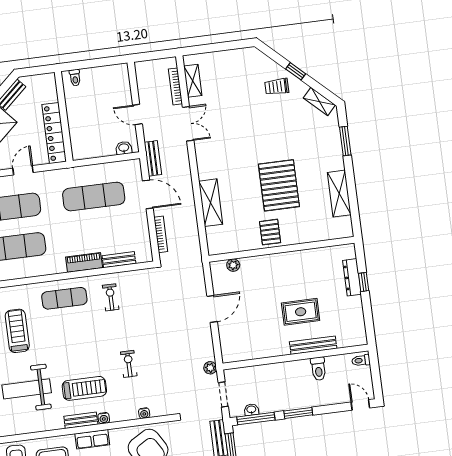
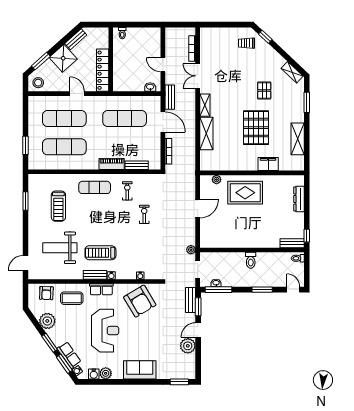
window: (296, 71) -> (265, 37), moved
shelving: (193, 81) -> (205, 105), moved
trolley: (277, 87) -> (247, 43), moved
double door: (188, 124) -> (198, 76), swing flipped
door: (23, 170) -> (77, 94), hinge flipped
pallet: (270, 232) -> (264, 91), moved
filing cabinet: (302, 234) -> (268, 164), added
window: (364, 282) -> (307, 236), moved
rug: (301, 312) -> (245, 193), moved, width x1.36, depth x1.43
treadmill: (17, 331) -> (58, 206), turned 180
bench: (313, 345) -> (292, 243), moved, width x0.73
exercise bike: (129, 364) -> (144, 214), moved
toilet: (318, 369) -> (251, 260), moved
treadmill: (84, 388) -> (100, 253), turned 180
window: (298, 413) -> (262, 290), moved

